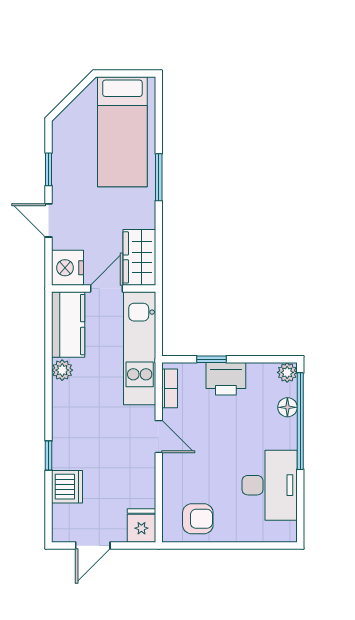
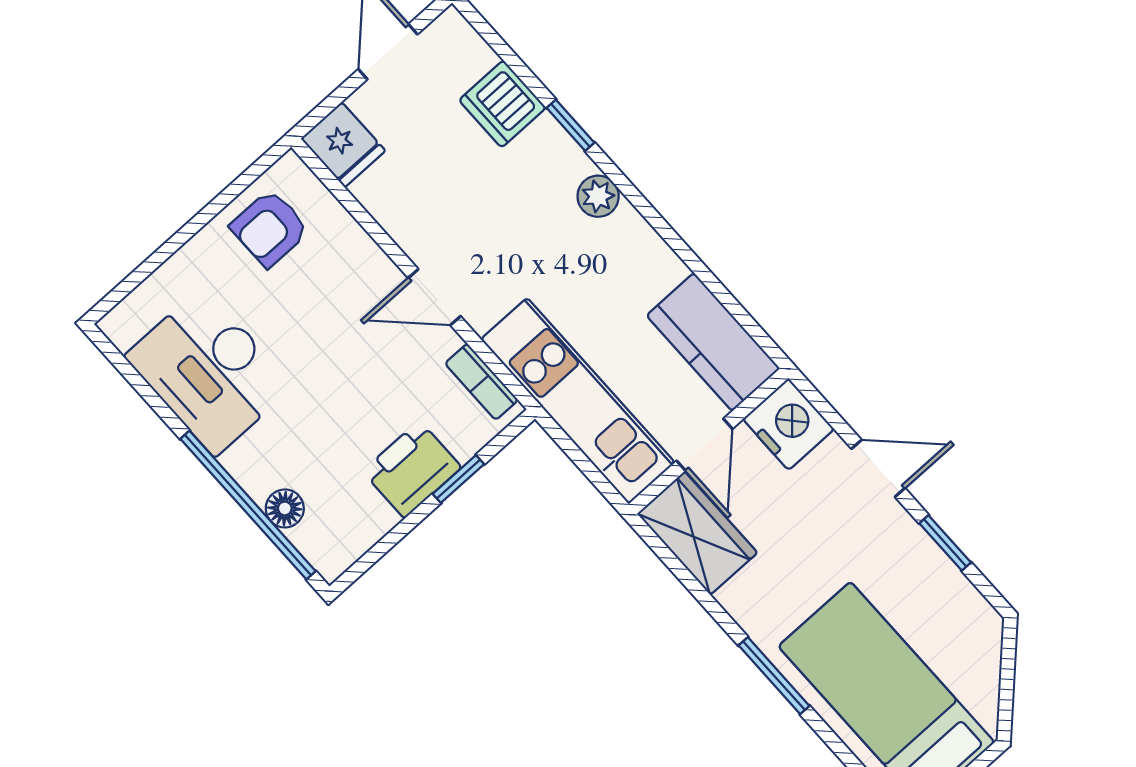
plant: (62, 370) -> (598, 196), moved
plant: (287, 372) -> (331, 559), removed

